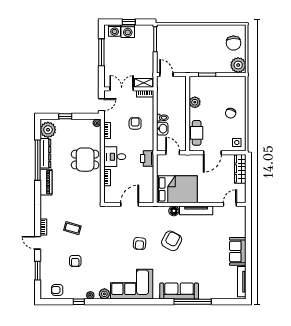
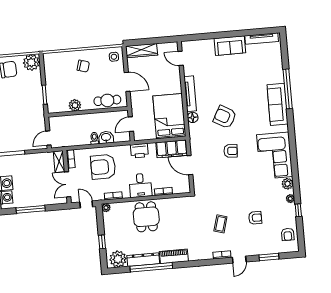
armchair: (135, 123) -> (103, 167), width x1.88, depth x1.88
filing cabinet: (146, 189) -> (172, 149), added

